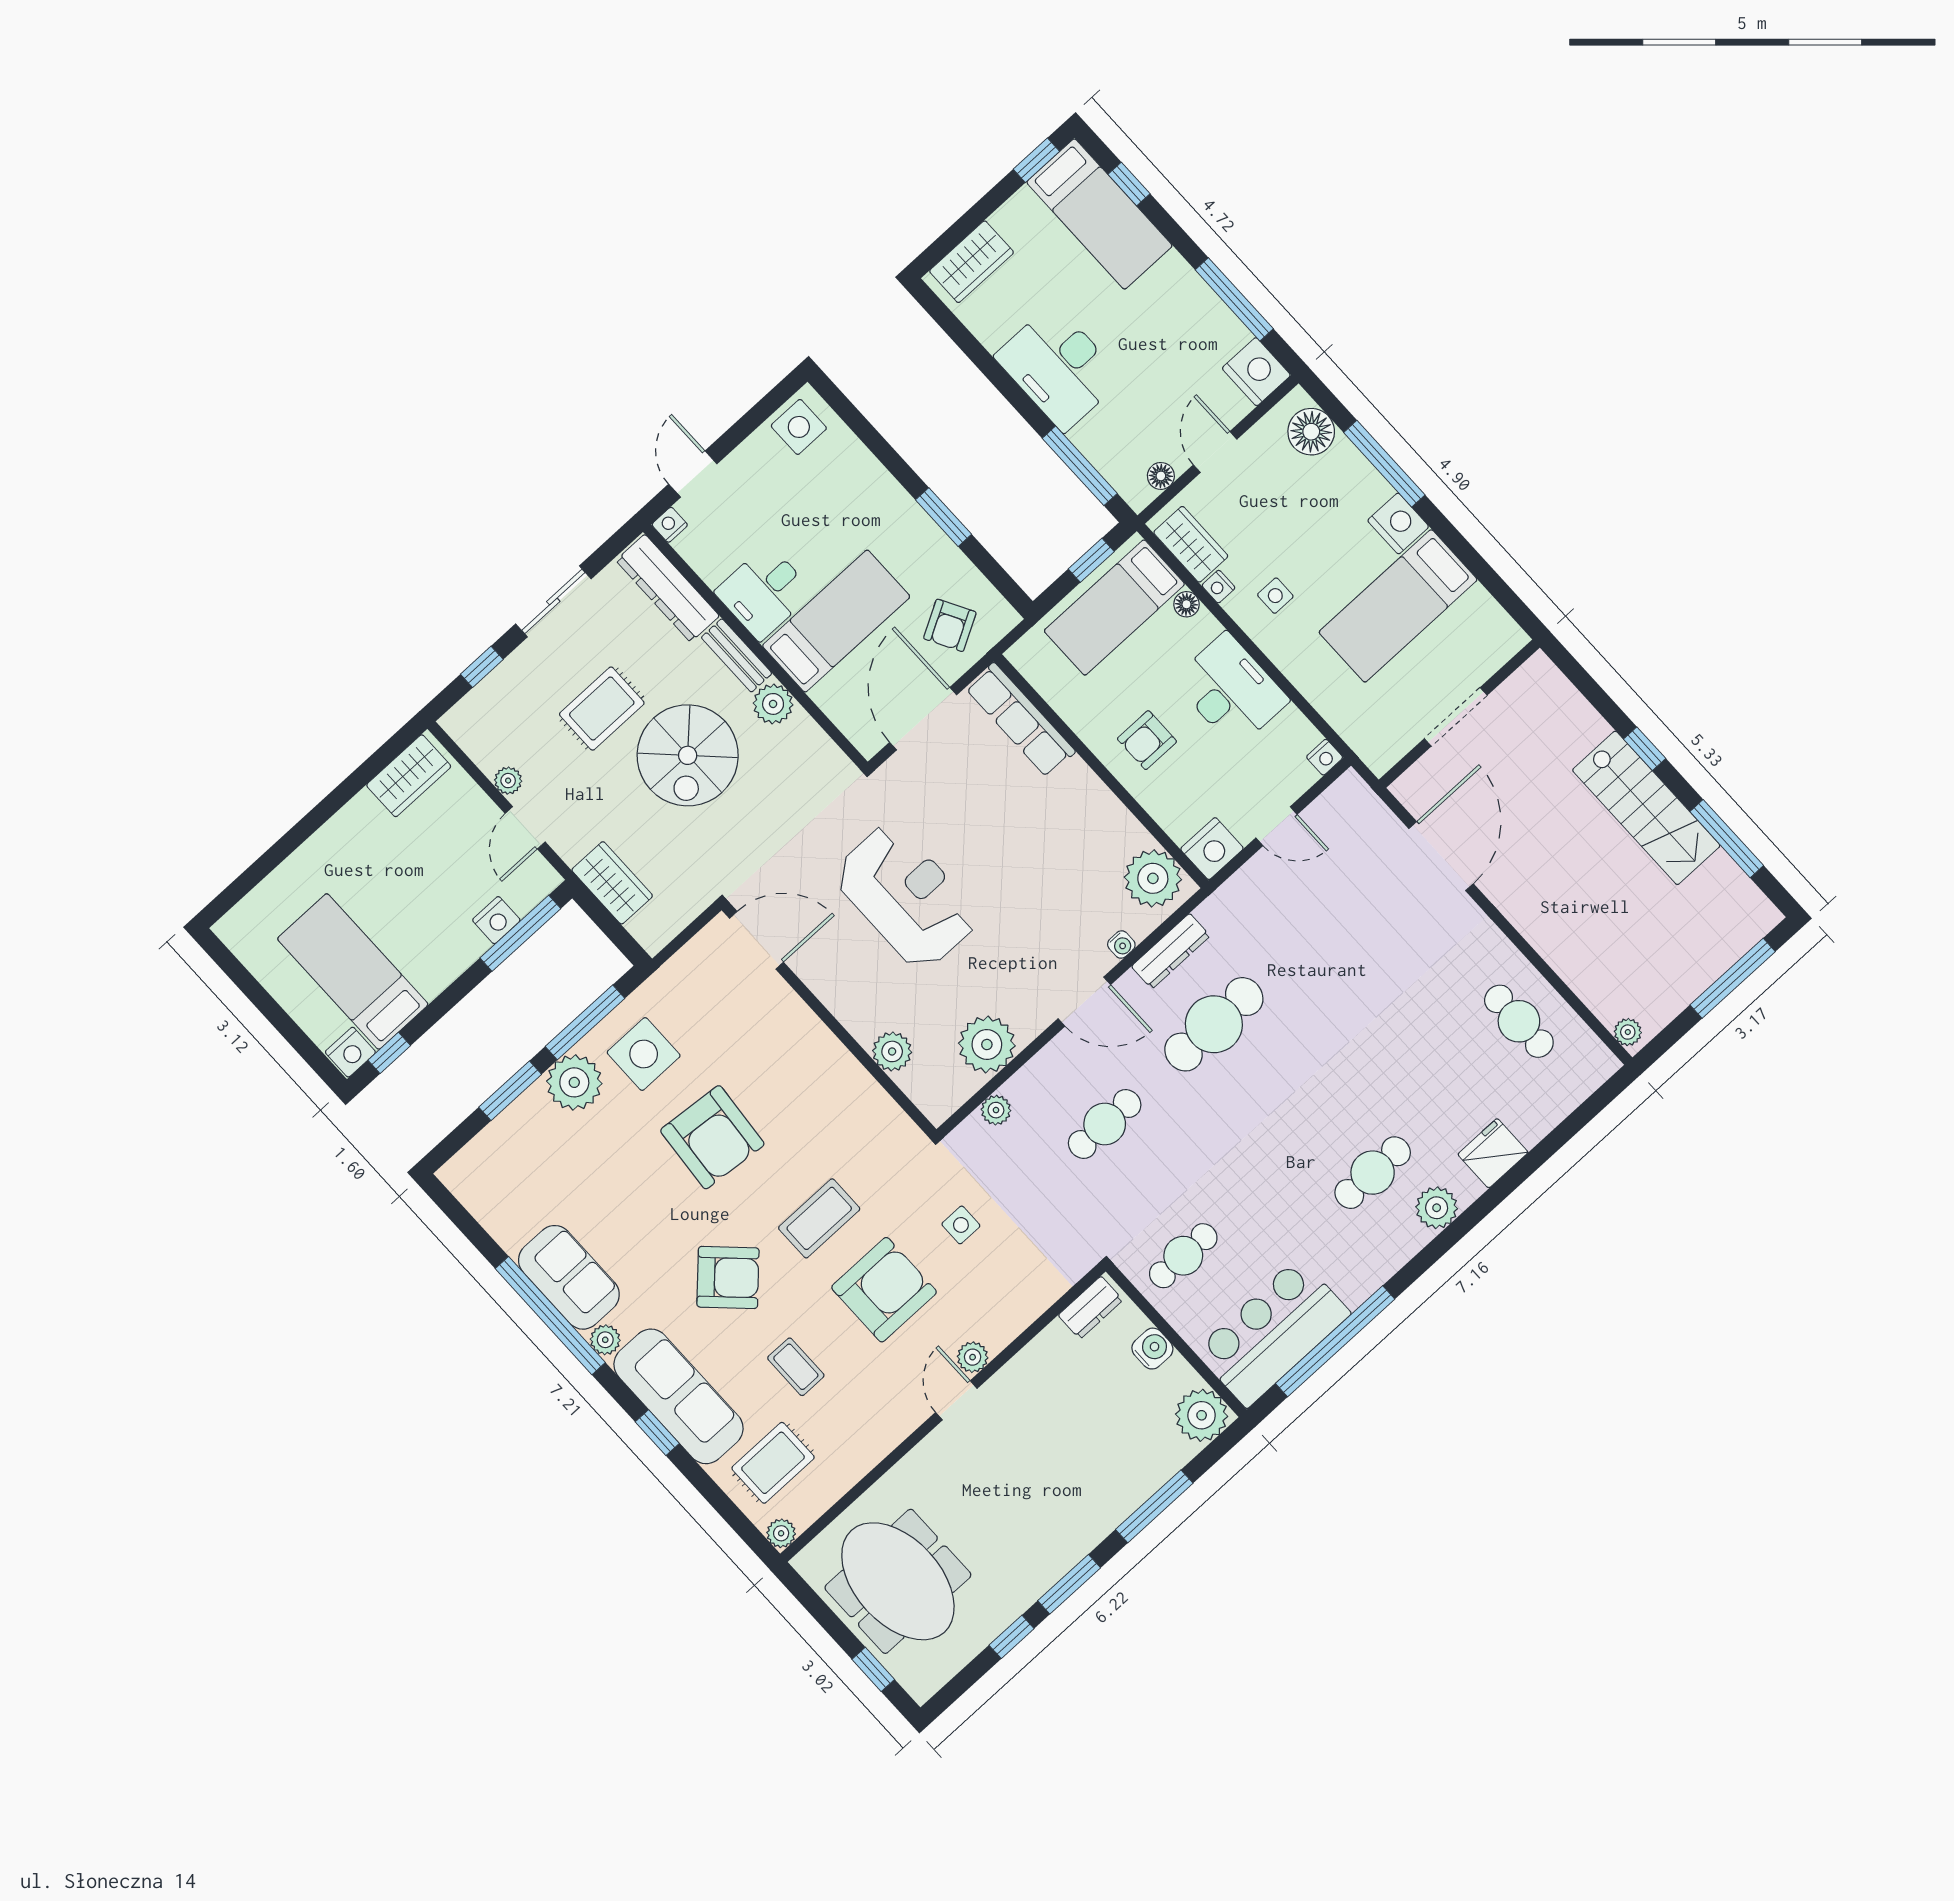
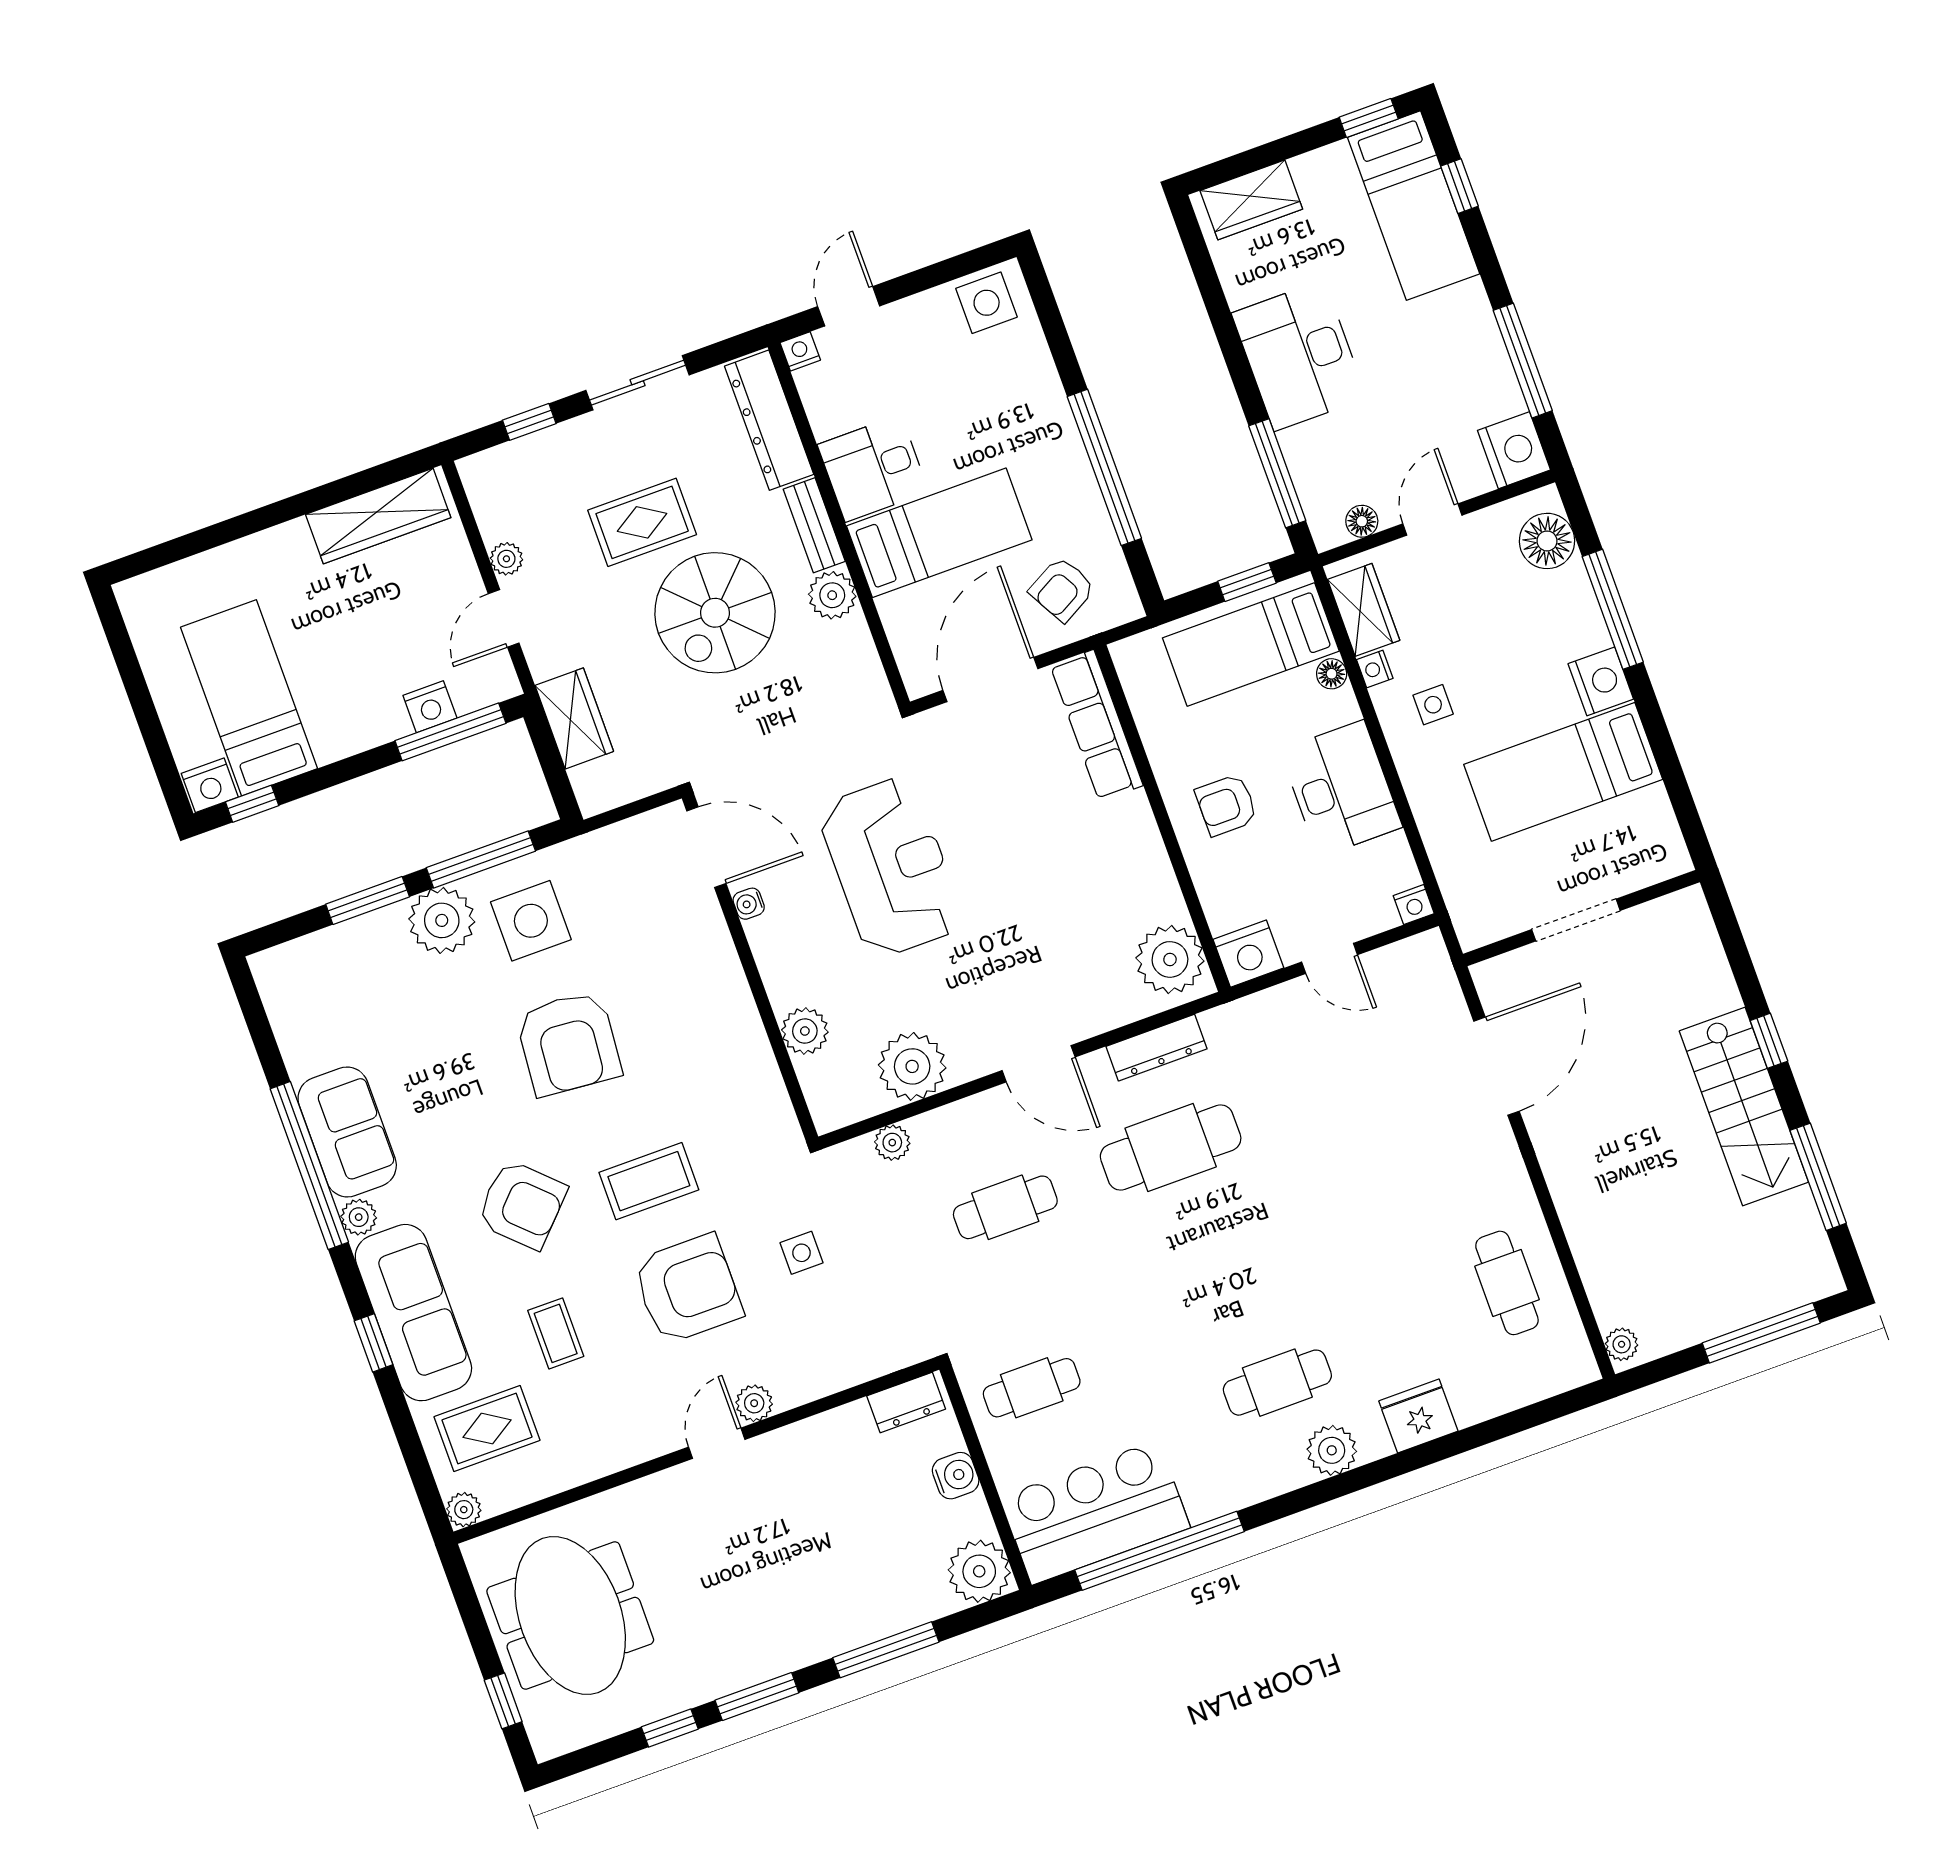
window: (944, 517) -> (1104, 467), width x2.11
wardrobe: (409, 776) -> (378, 516), width x1.50
water cooler: (1121, 945) -> (749, 904), moved, turned 90

